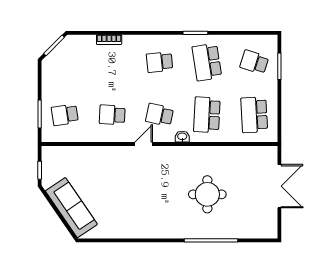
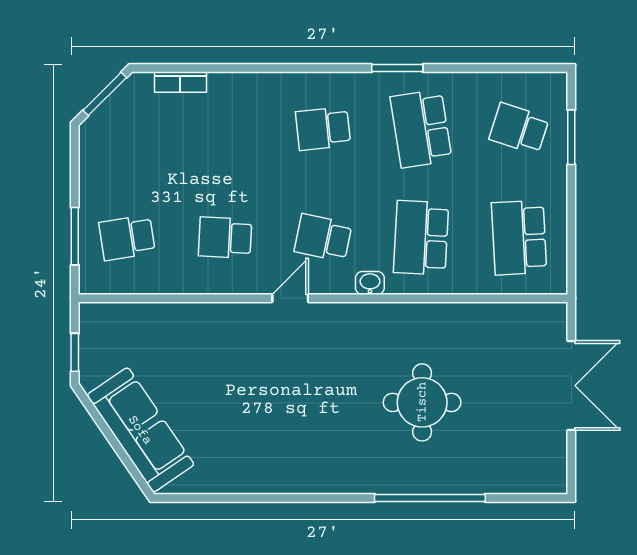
bookcase: (109, 40) -> (180, 82), moved

